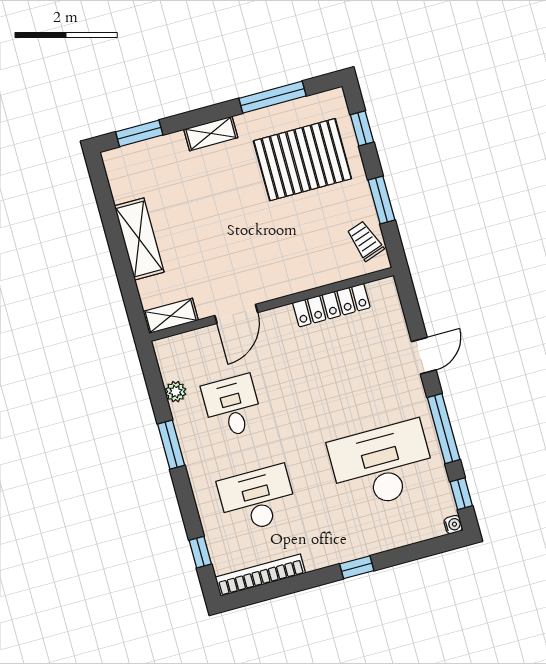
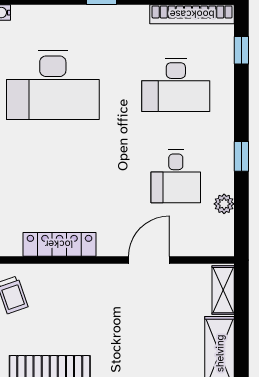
shelving: (171, 316) -> (223, 290), moved, turned 90
window: (171, 445) -> (241, 156), width x0.67

